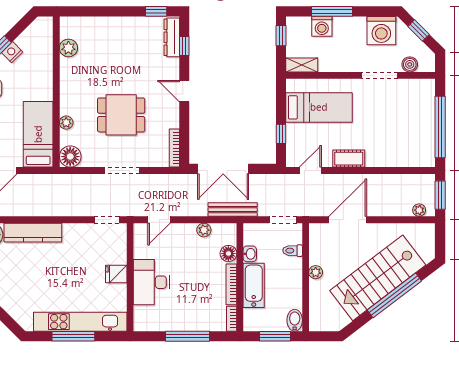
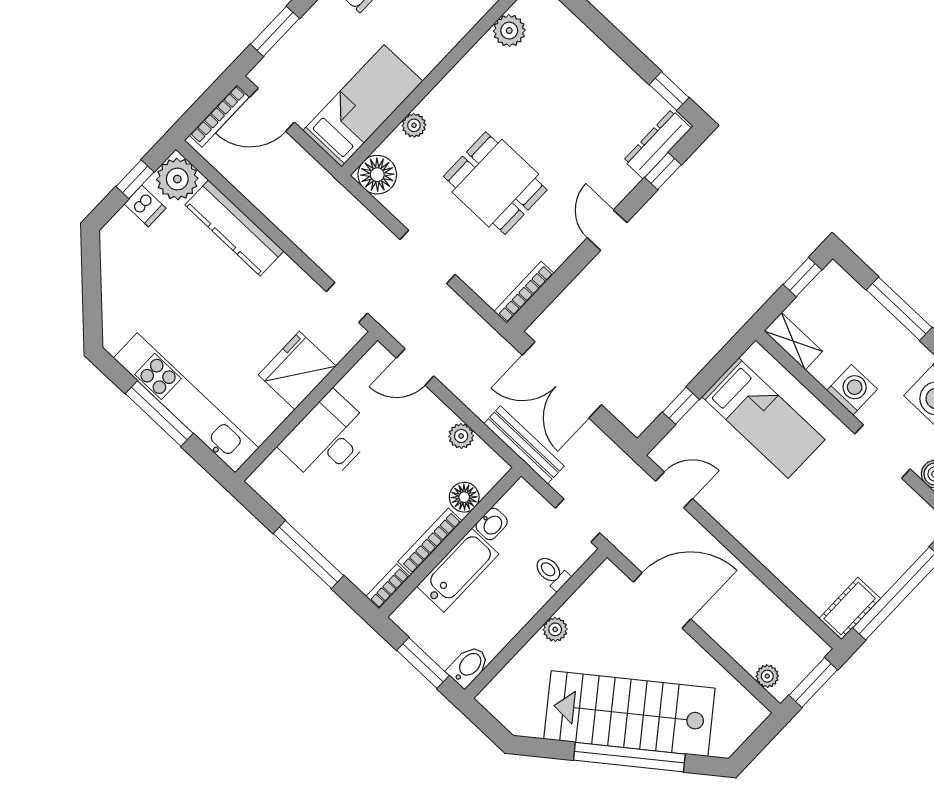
washing machine: (322, 26) -> (852, 390), moved, turned 180
cot: (349, 159) -> (850, 609), moved, turned 90
fridge: (116, 274) -> (297, 370), width x1.88, depth x1.34

